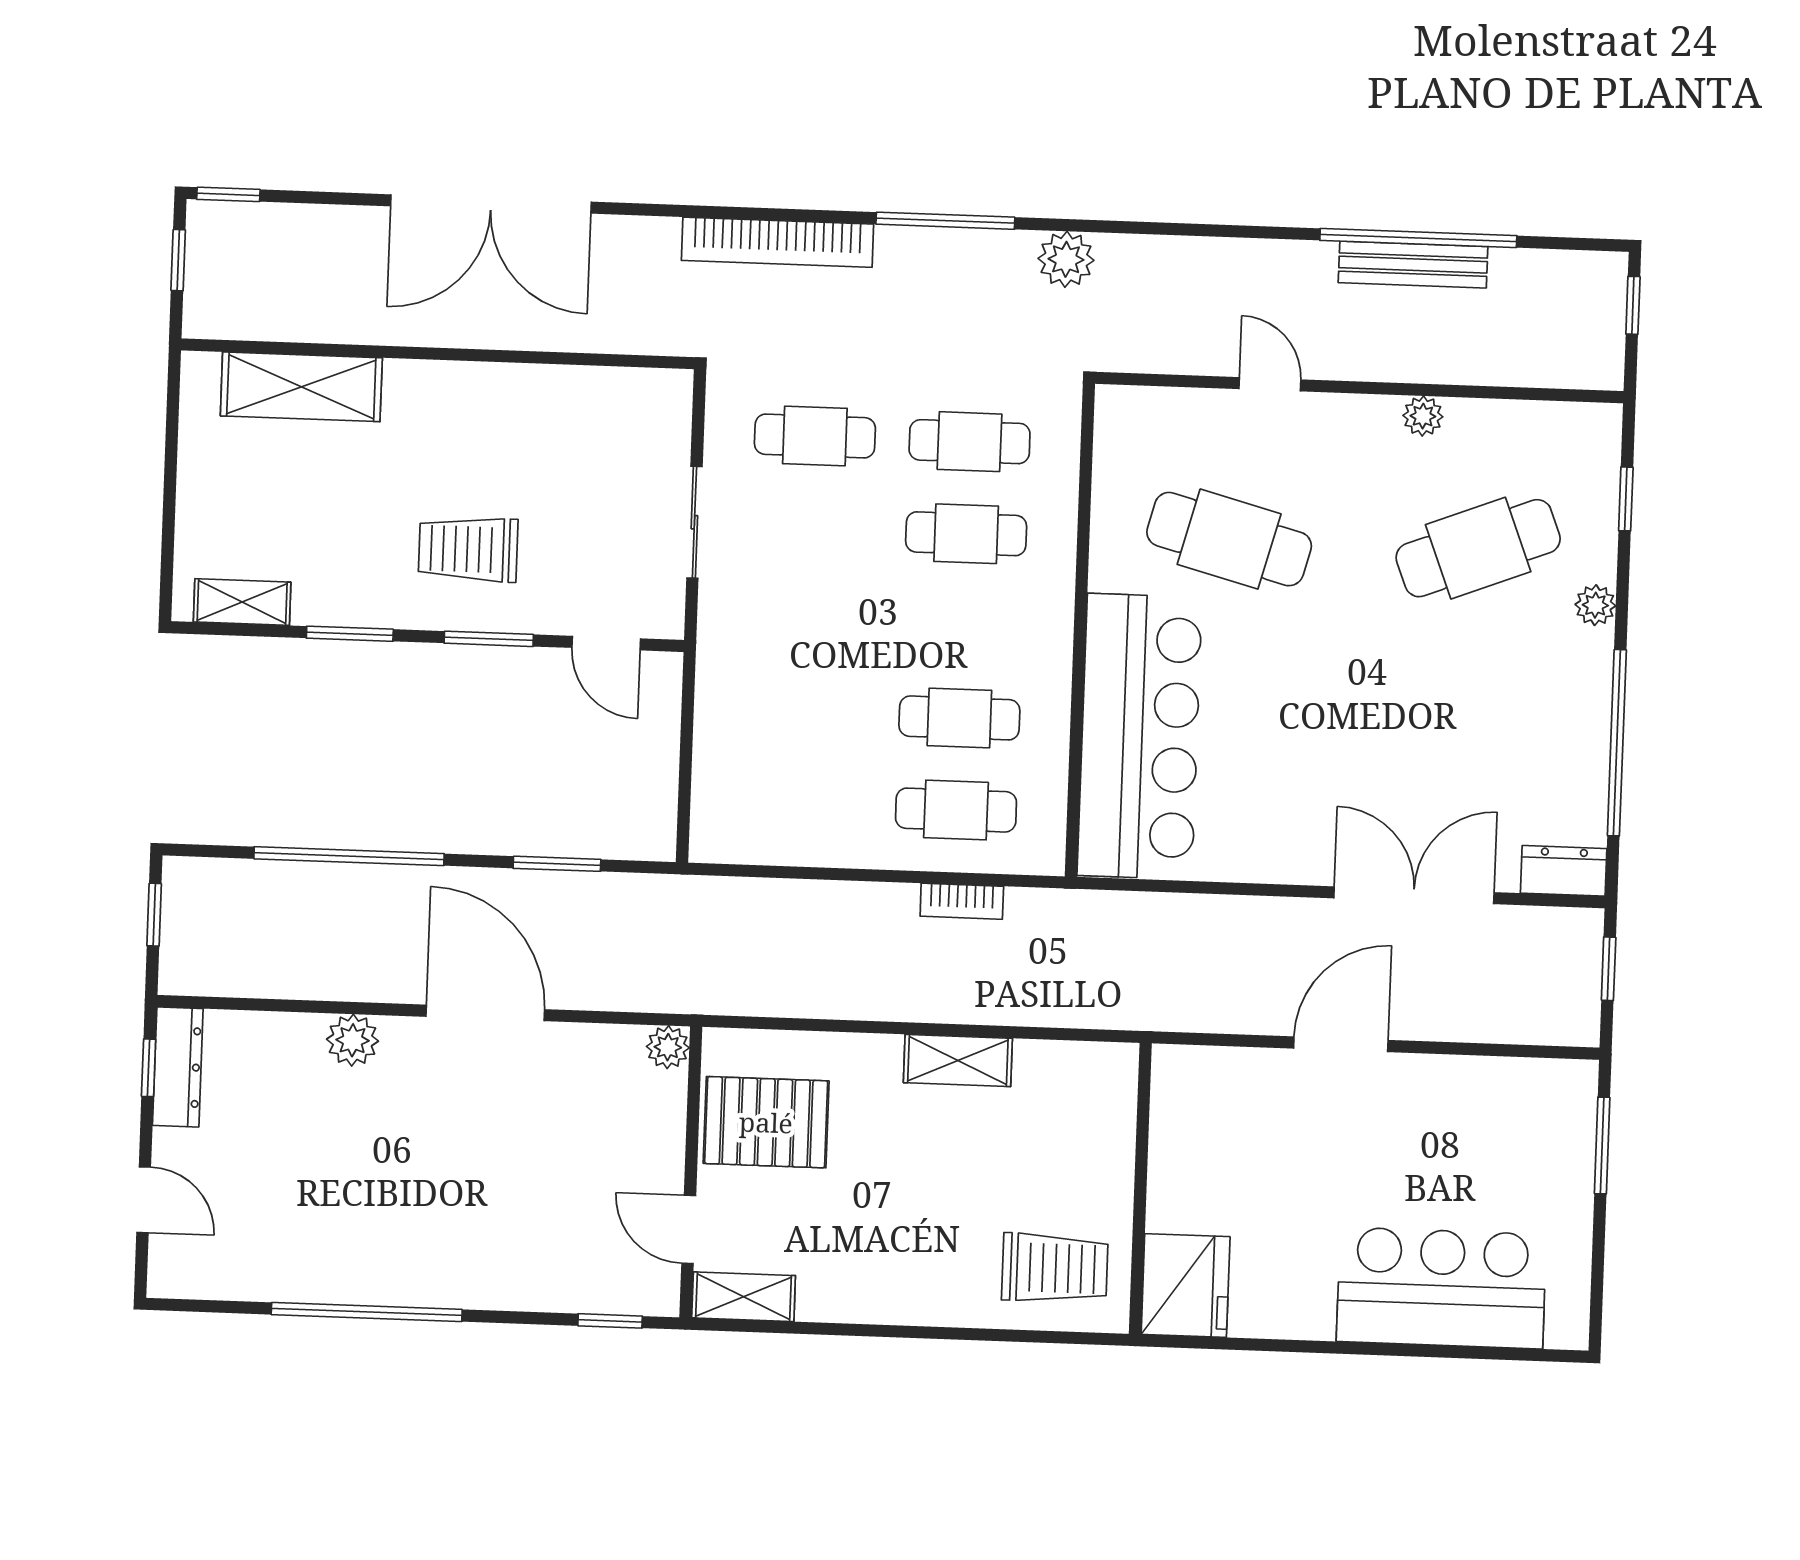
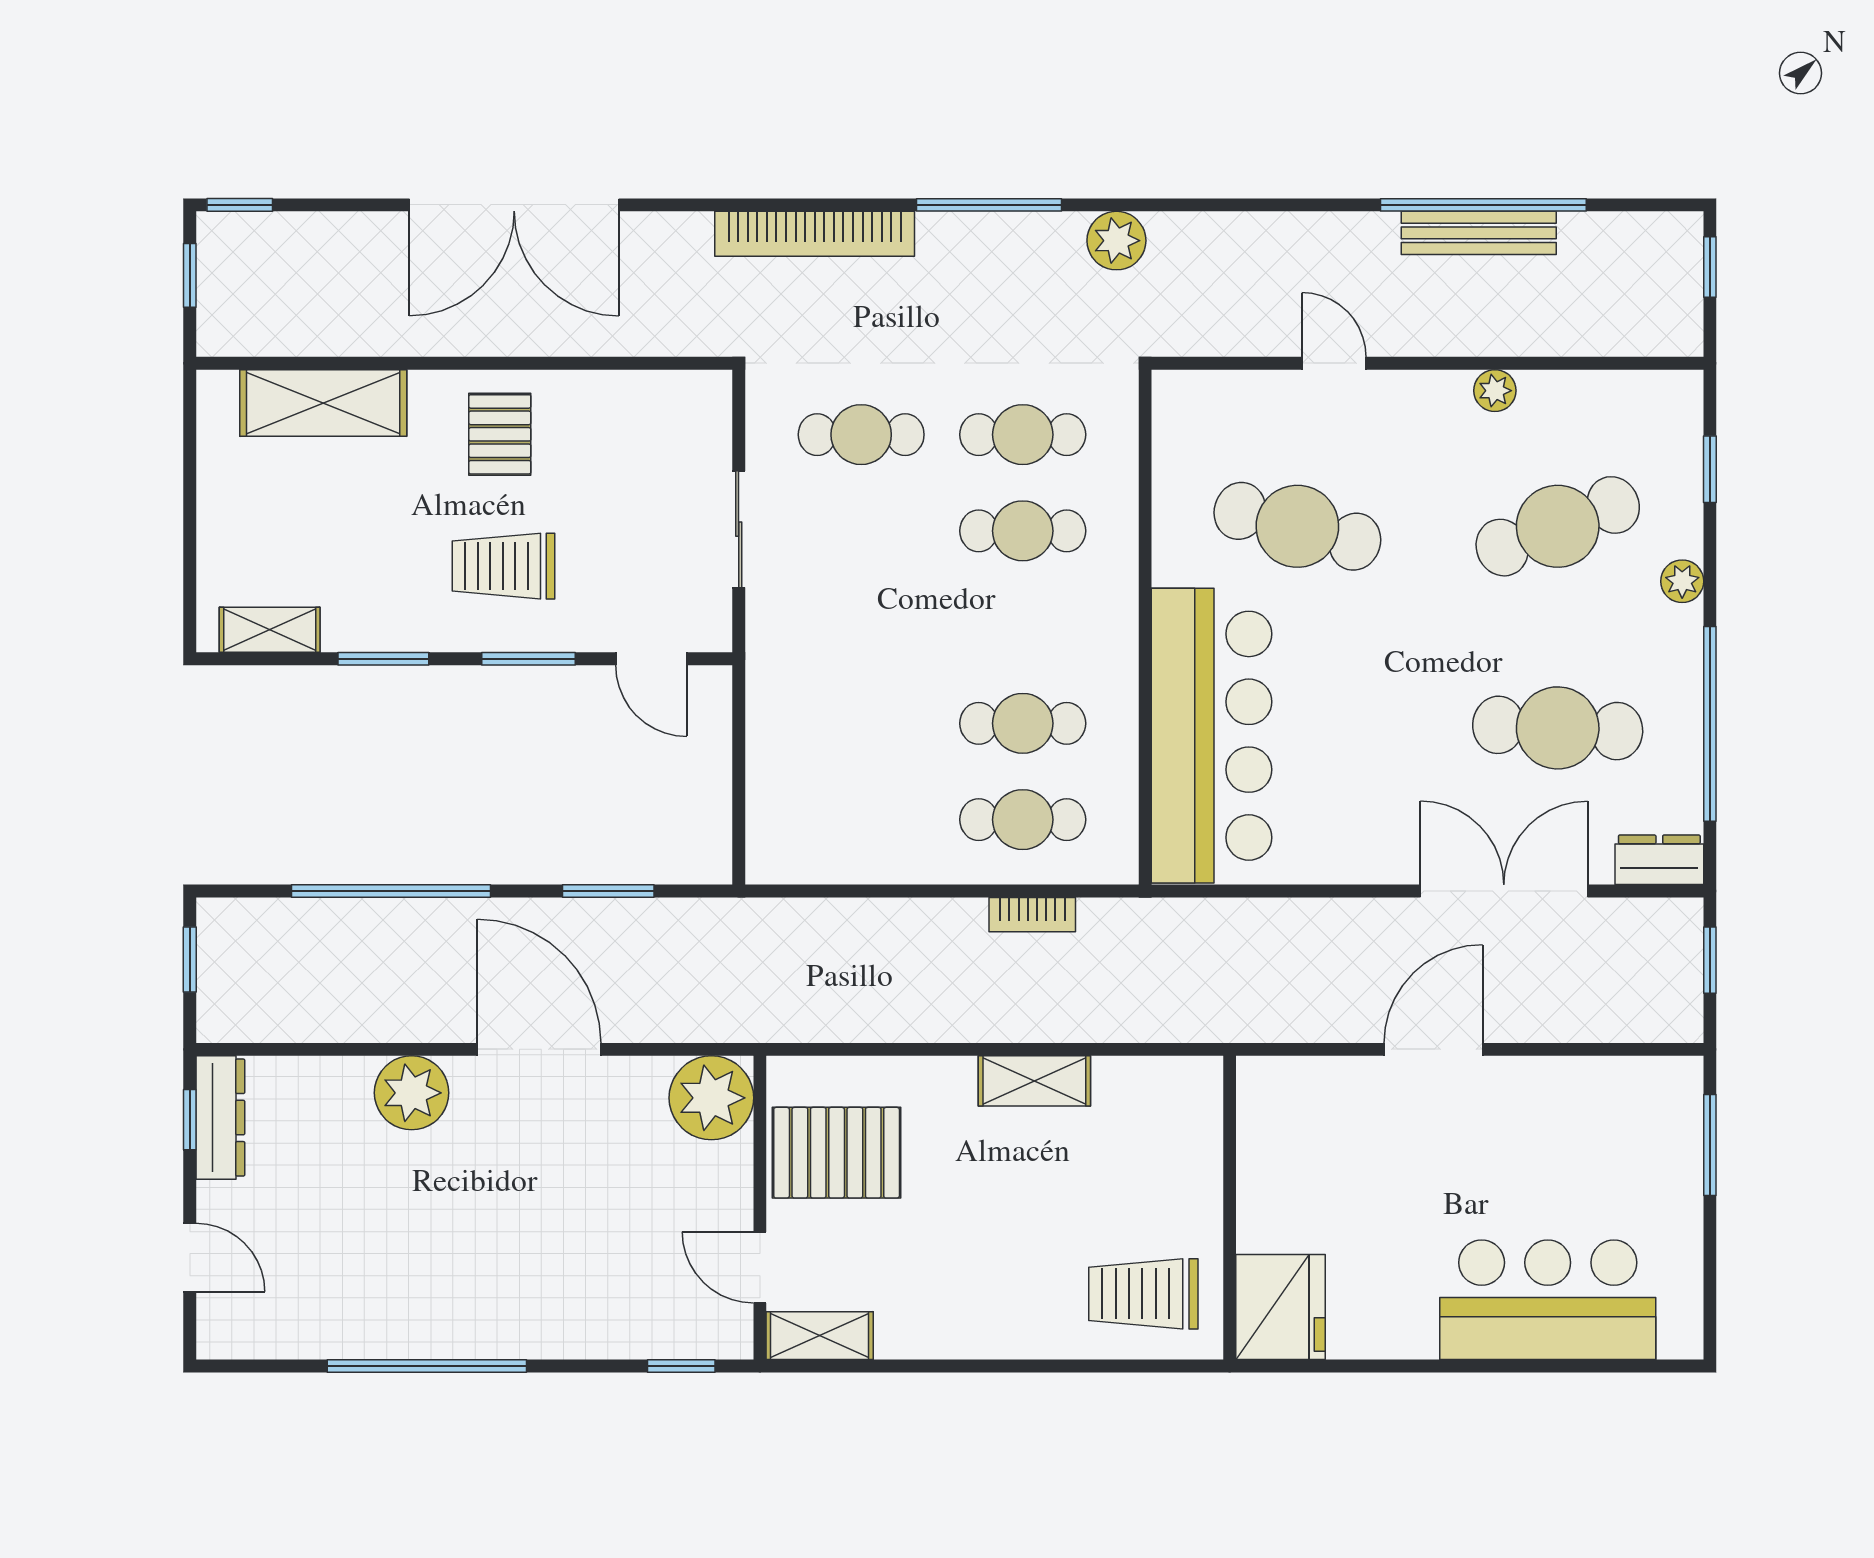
pallet: (469, 423) -> (500, 434), added
cafe table: (1471, 741) -> (1558, 728), added
plant: (353, 1040) -> (412, 1093), width x1.36, depth x1.36
plant: (668, 1047) -> (711, 1098), width x1.88, depth x1.88
trolley: (1055, 1268) -> (1143, 1294), turned 180

